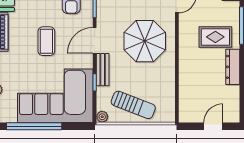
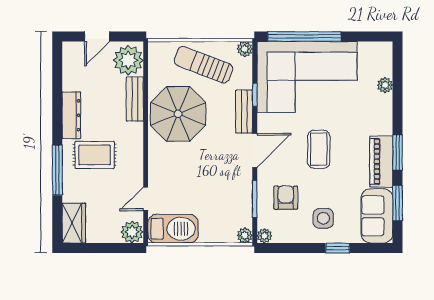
parasol: (145, 41) -> (178, 114), moved
bench: (185, 79) -> (135, 99), added
plant: (190, 108) -> (128, 60), added
window: (34, 126) -> (304, 36), moved

